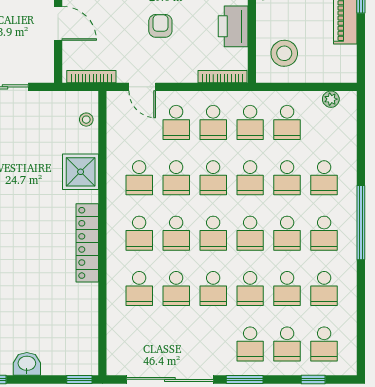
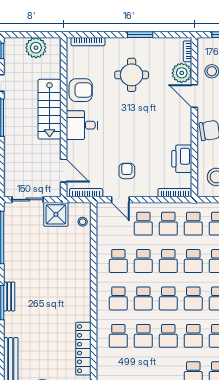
door: (58, 23) -> (64, 171), moved
armchair: (160, 26) -> (127, 171), moved
shower: (81, 172) -> (56, 214), moved
locker: (87, 243) -> (83, 349), moved

